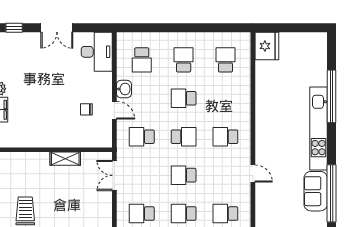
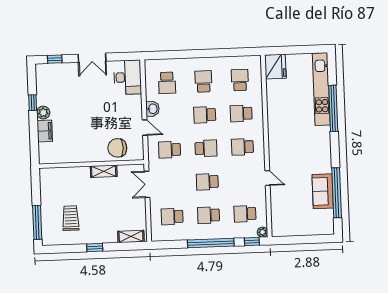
school desk: (225, 98) -> (241, 113), added
chair: (86, 109) -> (117, 148), moved, width x1.87, depth x1.87
kitchen unit: (319, 128) -> (321, 89), moved

